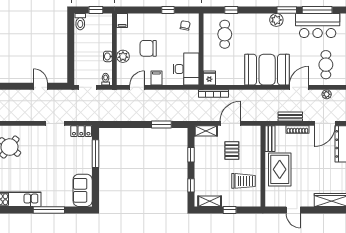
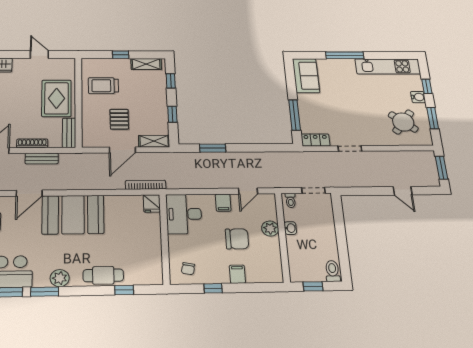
filing cabinet: (122, 20) -> (237, 274), moved
cafe table: (225, 34) -> (103, 275), moved, turned 90
door: (40, 86) -> (403, 191), moved

